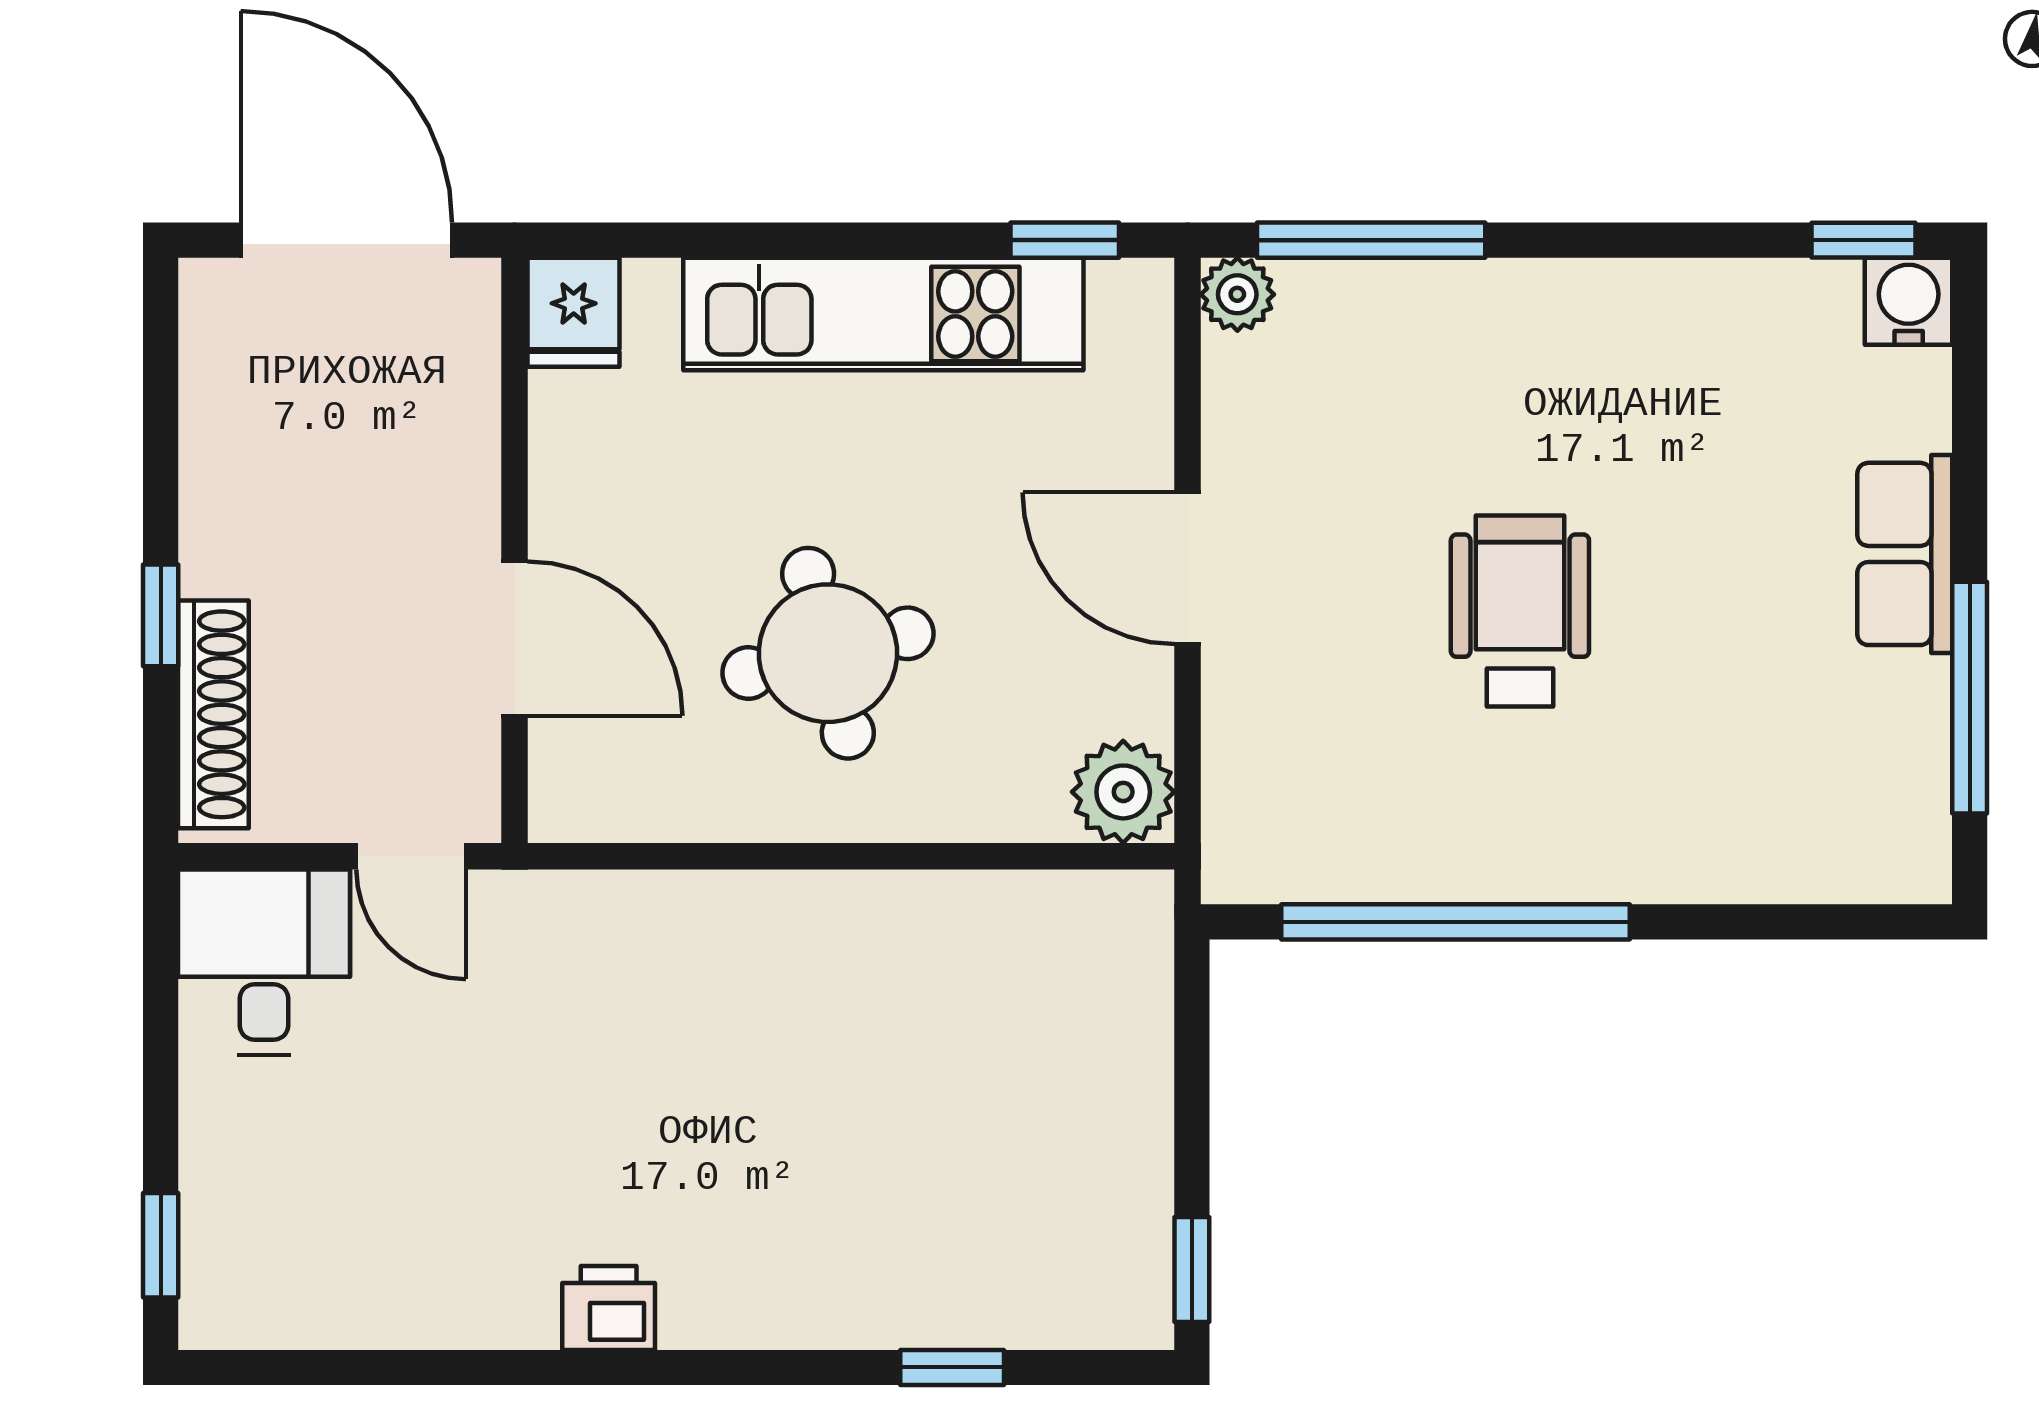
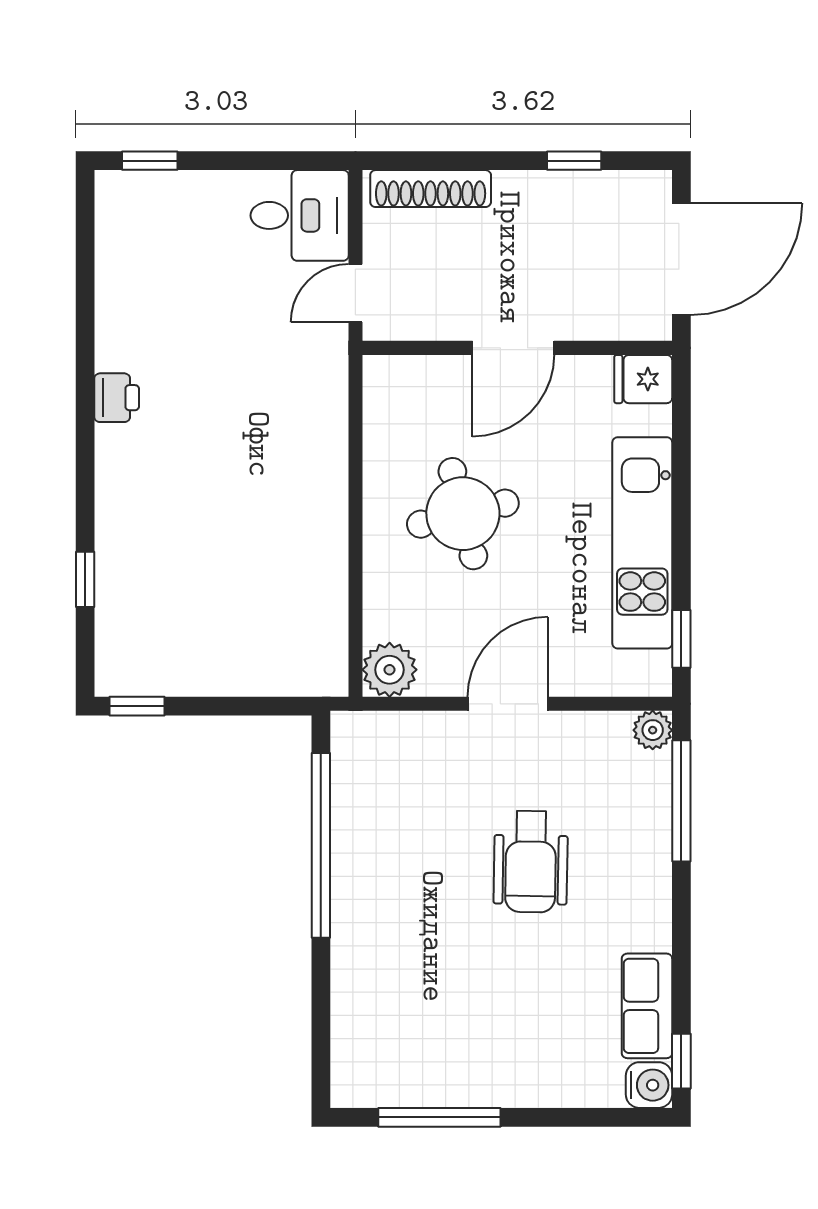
row of seats: (1905, 554) -> (647, 1006), moved, turned -90
wheelchair: (1520, 611) -> (531, 862), moved, turned 91
window: (161, 615) -> (574, 161), moved
door: (515, 639) -> (513, 348), moved

